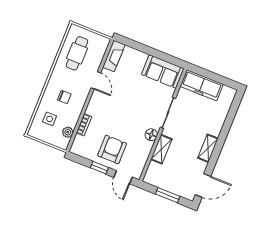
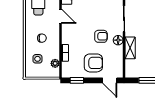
armchair: (133, 122) -> (101, 36), added
armchair: (112, 149) -> (93, 63), turned 90
window: (99, 168) -> (77, 80), moved

